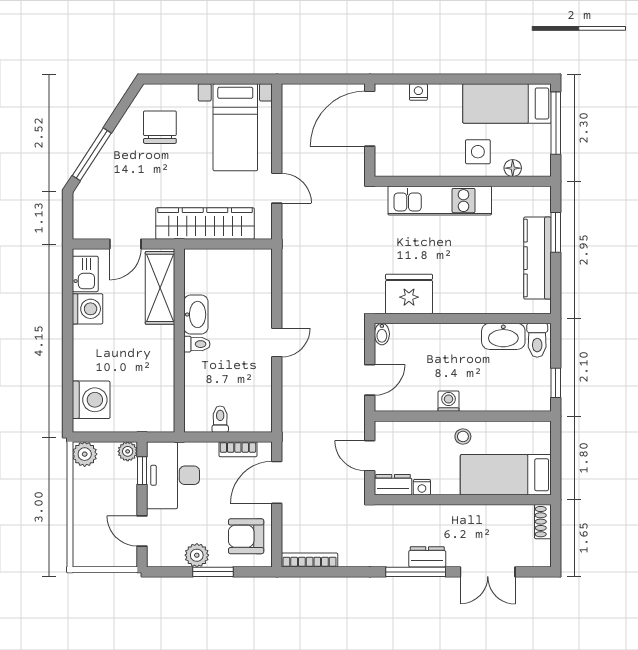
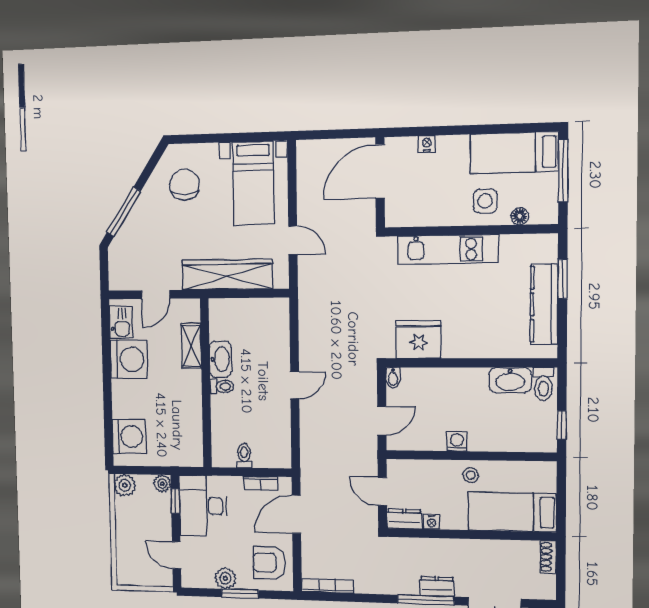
shelving: (160, 288) -> (191, 346), width x0.67, depth x0.75
washing machine: (87, 309) -> (129, 359), width x1.37, depth x1.37

